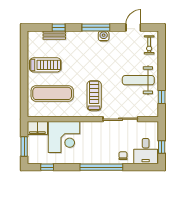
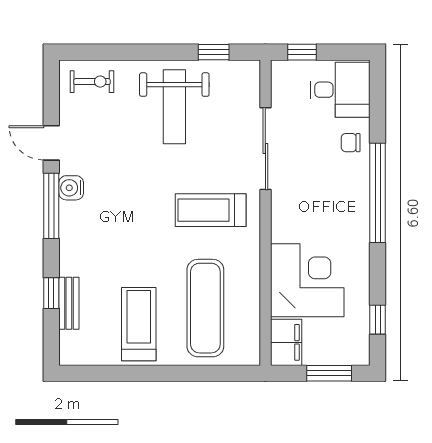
door: (133, 27) -> (51, 143), moved
window: (162, 147) -> (302, 52), moved

